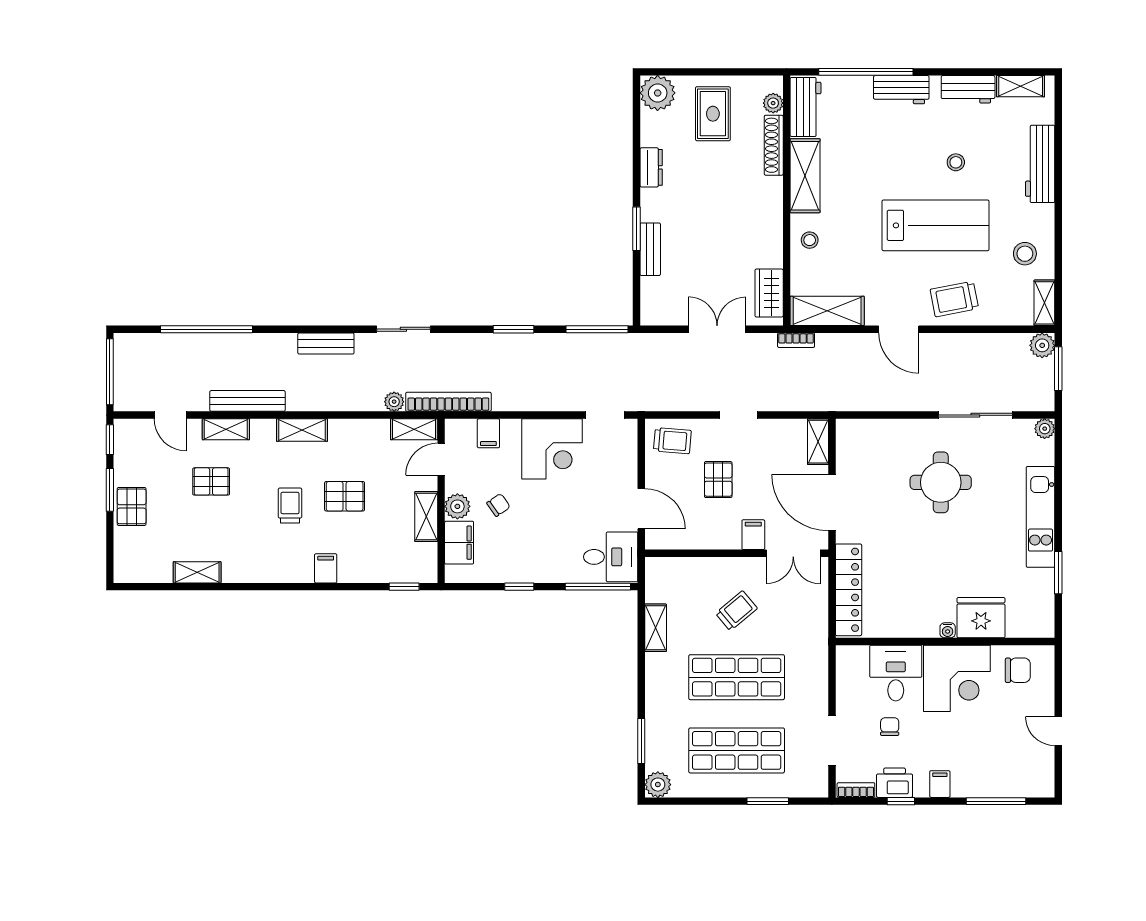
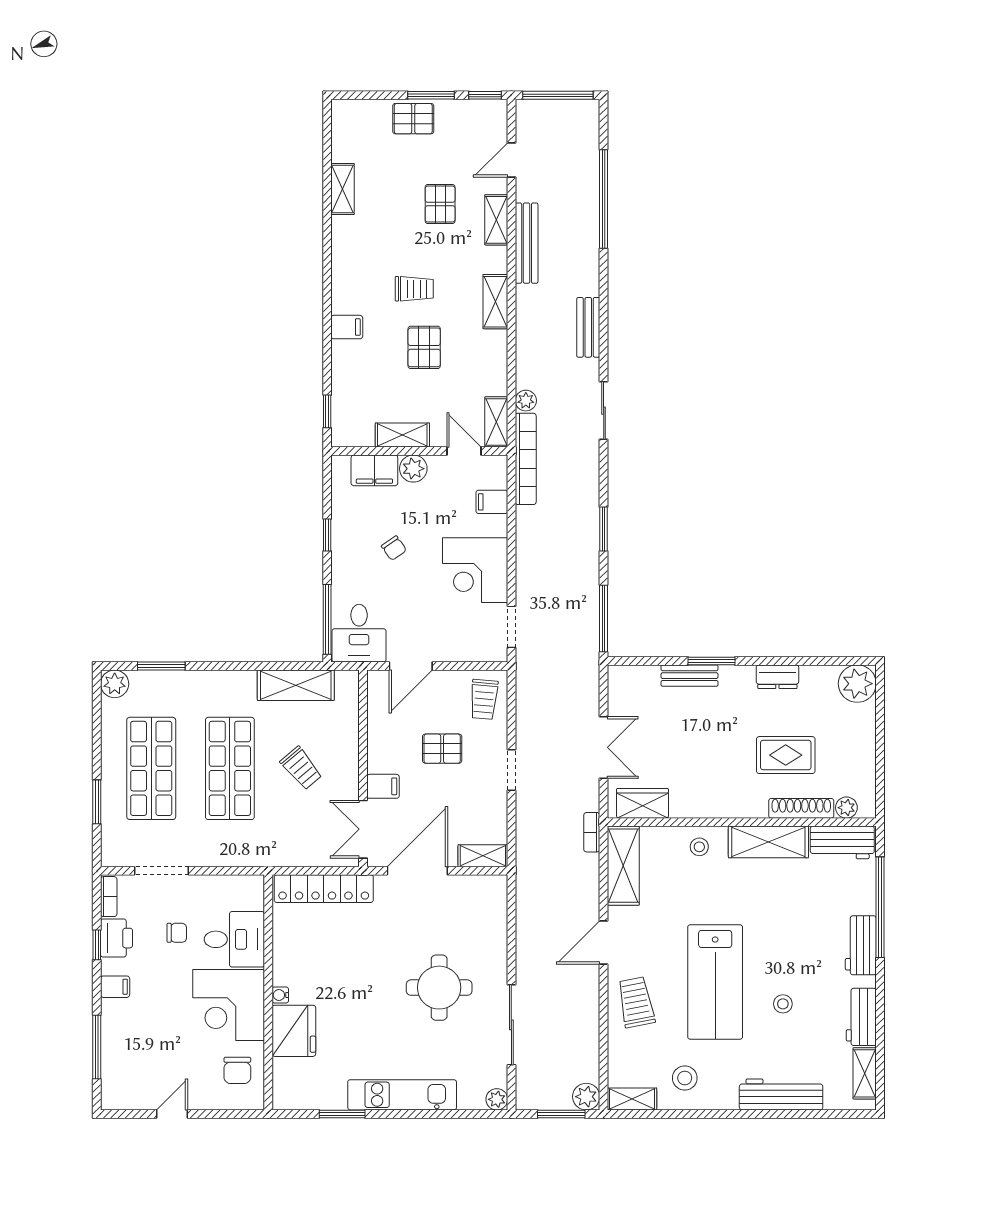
rug: (713, 114) -> (786, 755), moved
chair: (498, 505) -> (394, 548), moved
shelving: (656, 628) -> (296, 685), width x1.50, depth x1.33

